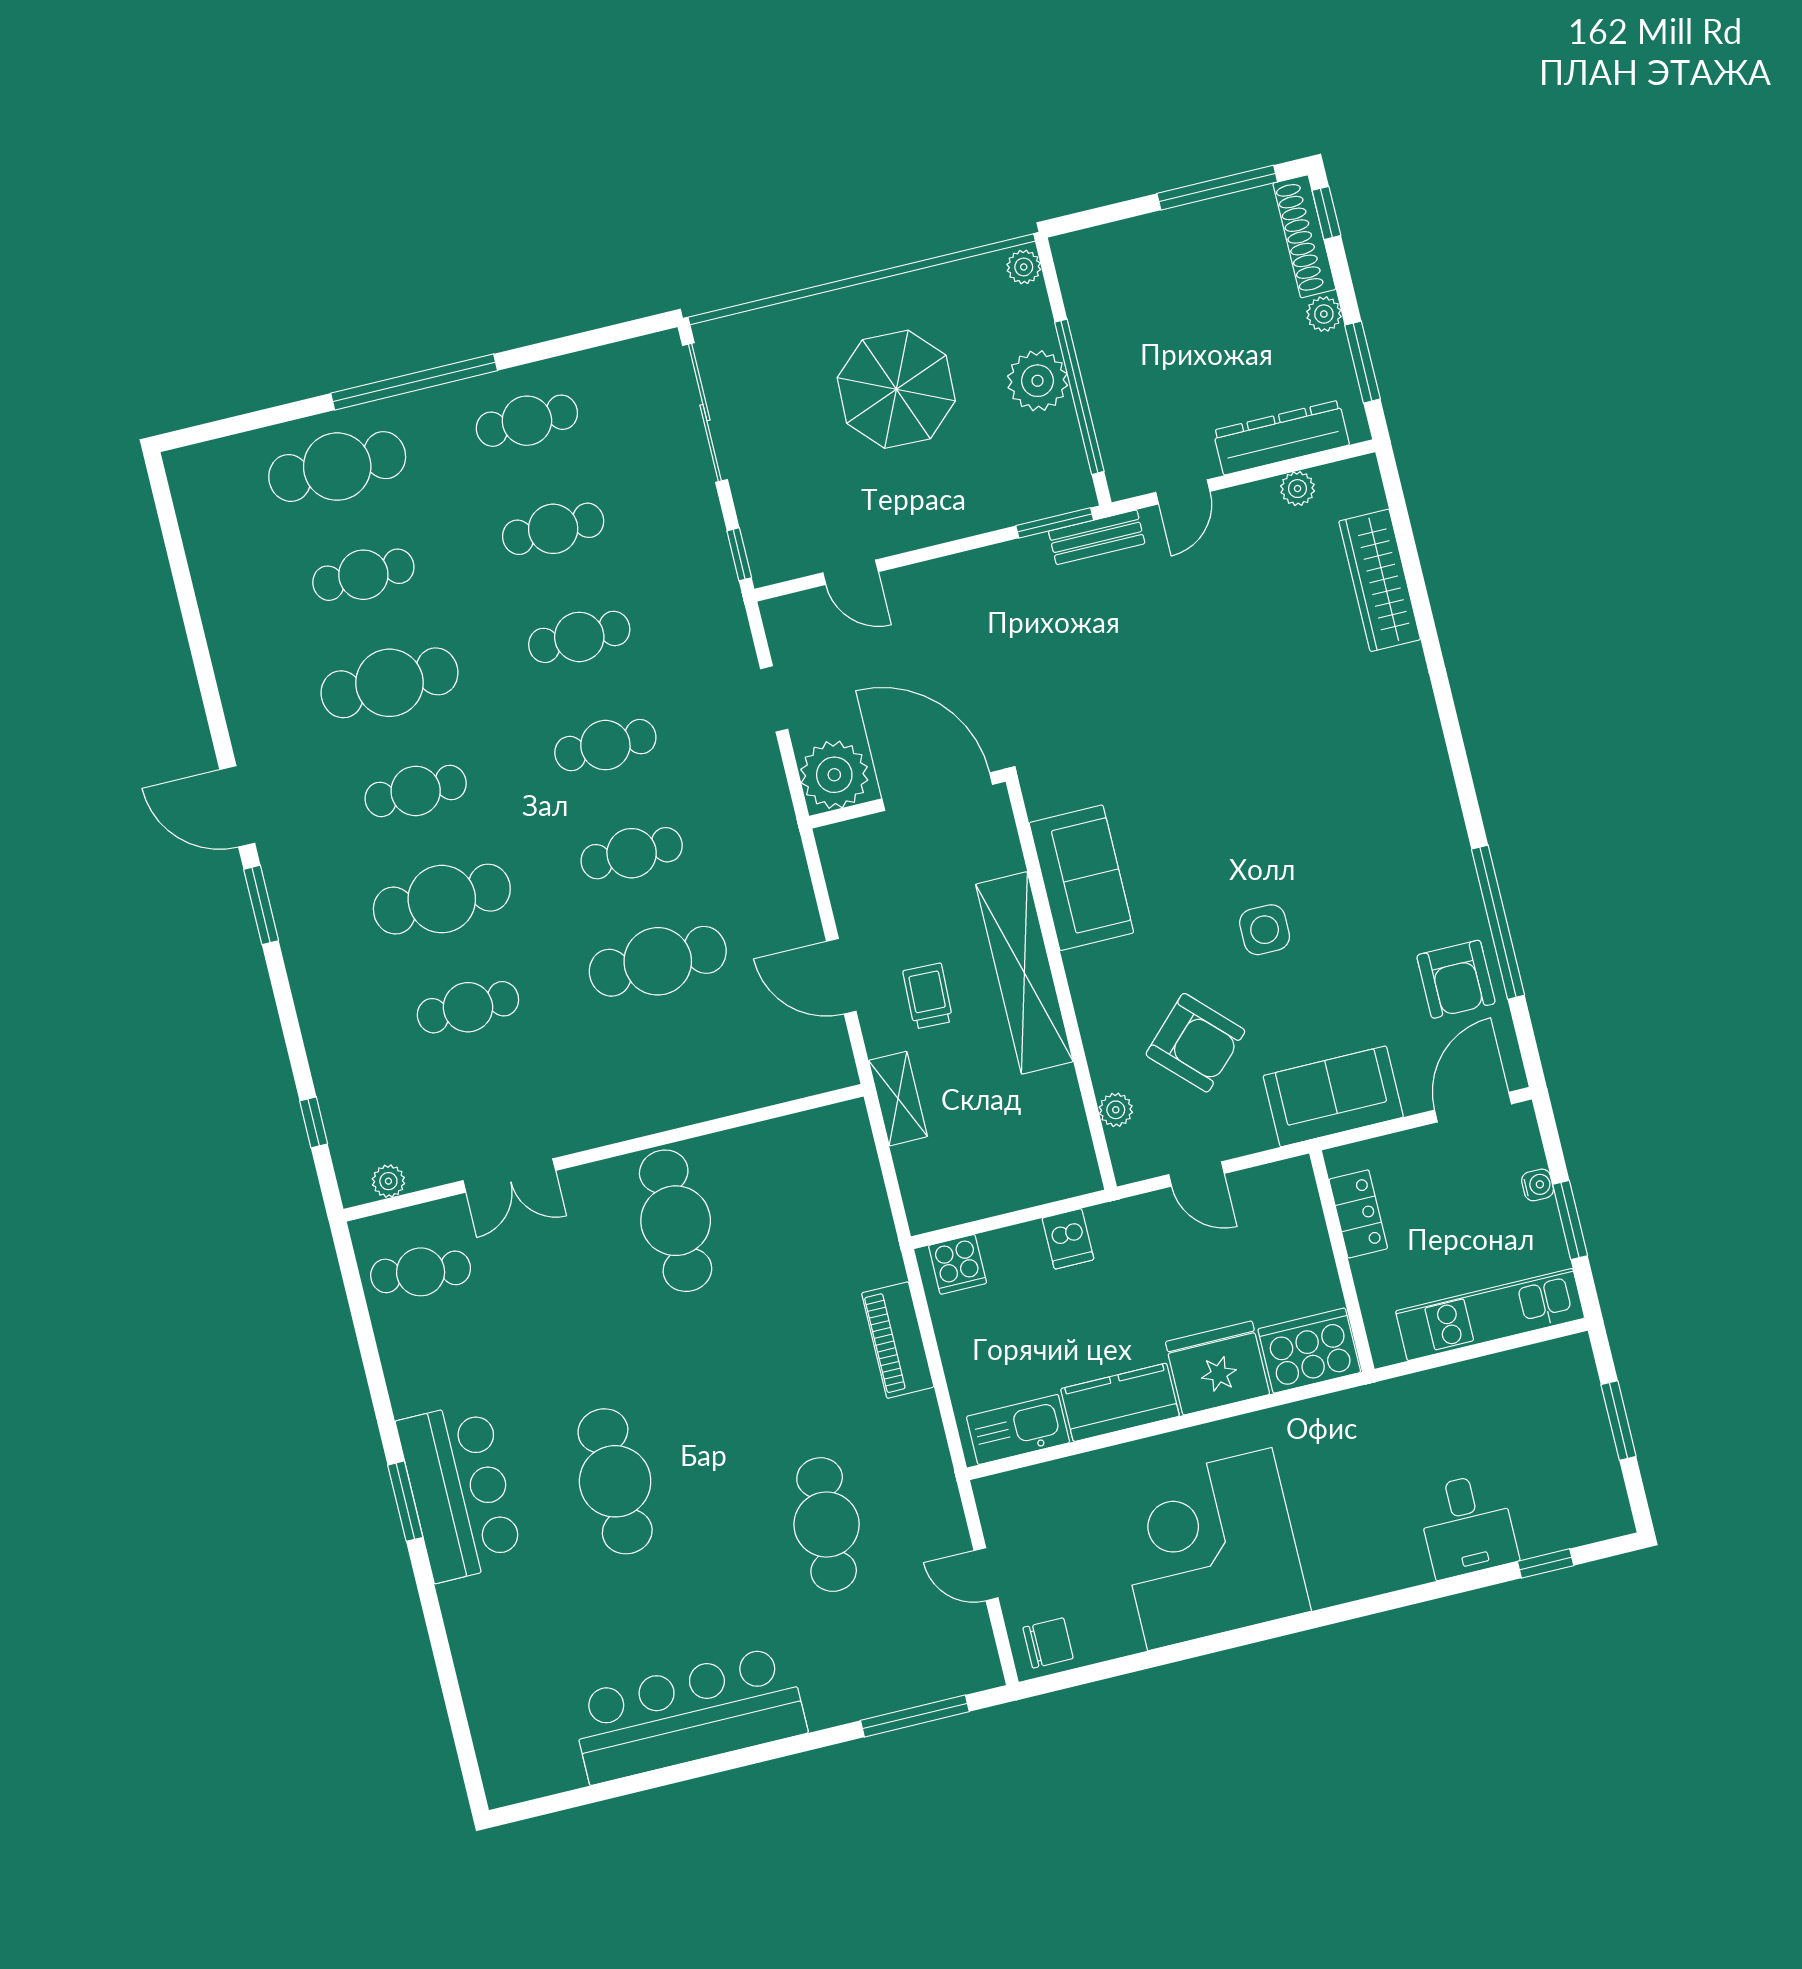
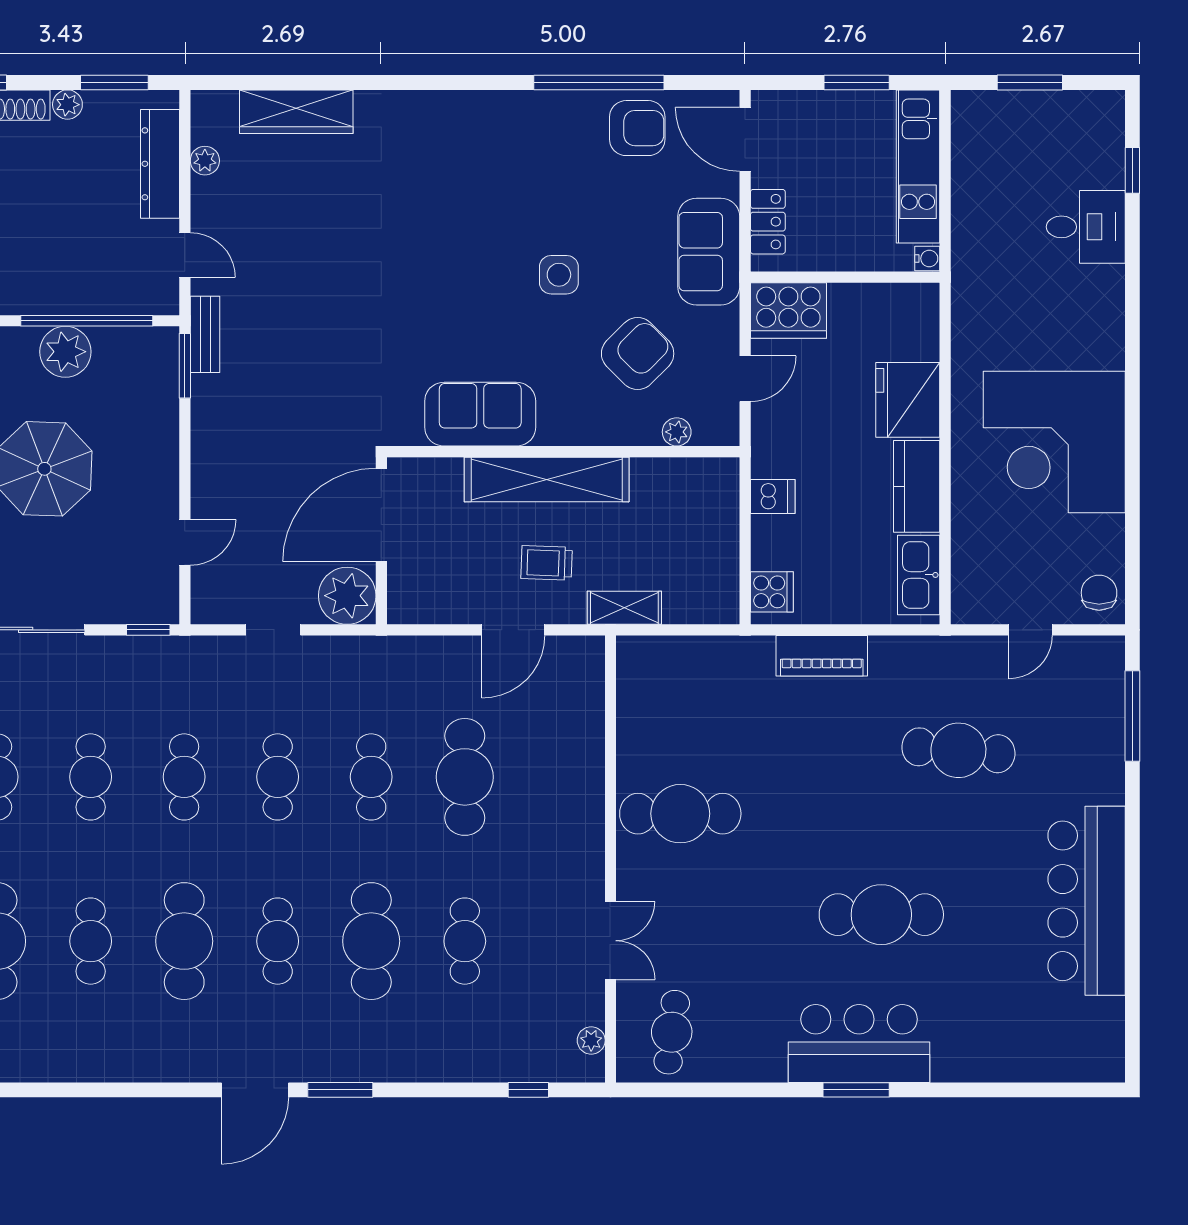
water cooler: (1538, 1185) -> (927, 258), moved, turned 90
locker: (1358, 1214) -> (768, 222), moved, turned 90
cooker: (1309, 1351) -> (788, 310), moved, turned -90

